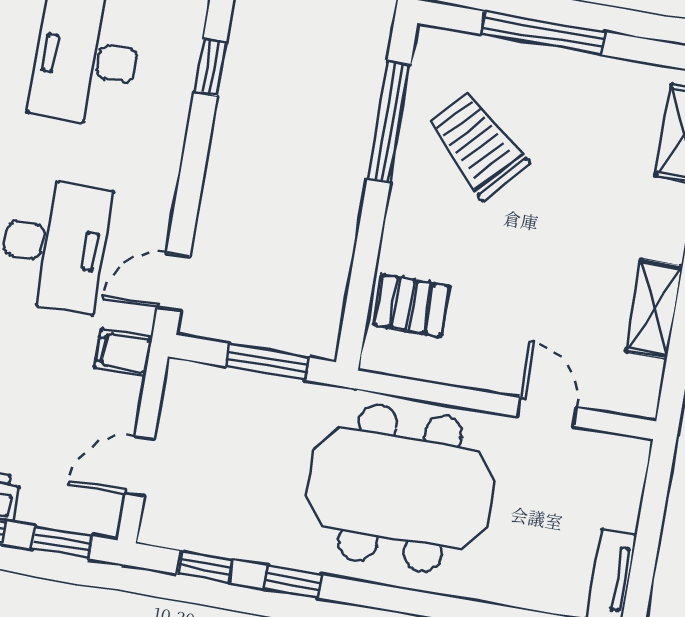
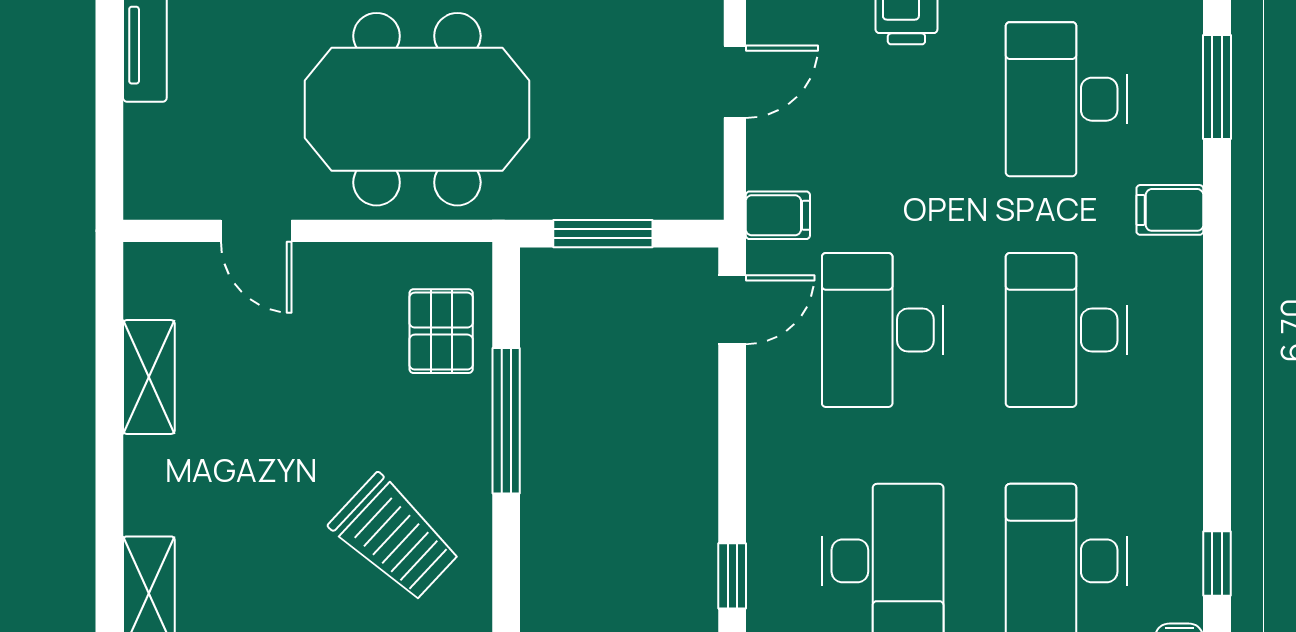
window: (389, 122) -> (506, 421), moved
pallet: (412, 305) -> (441, 331), turned 90

